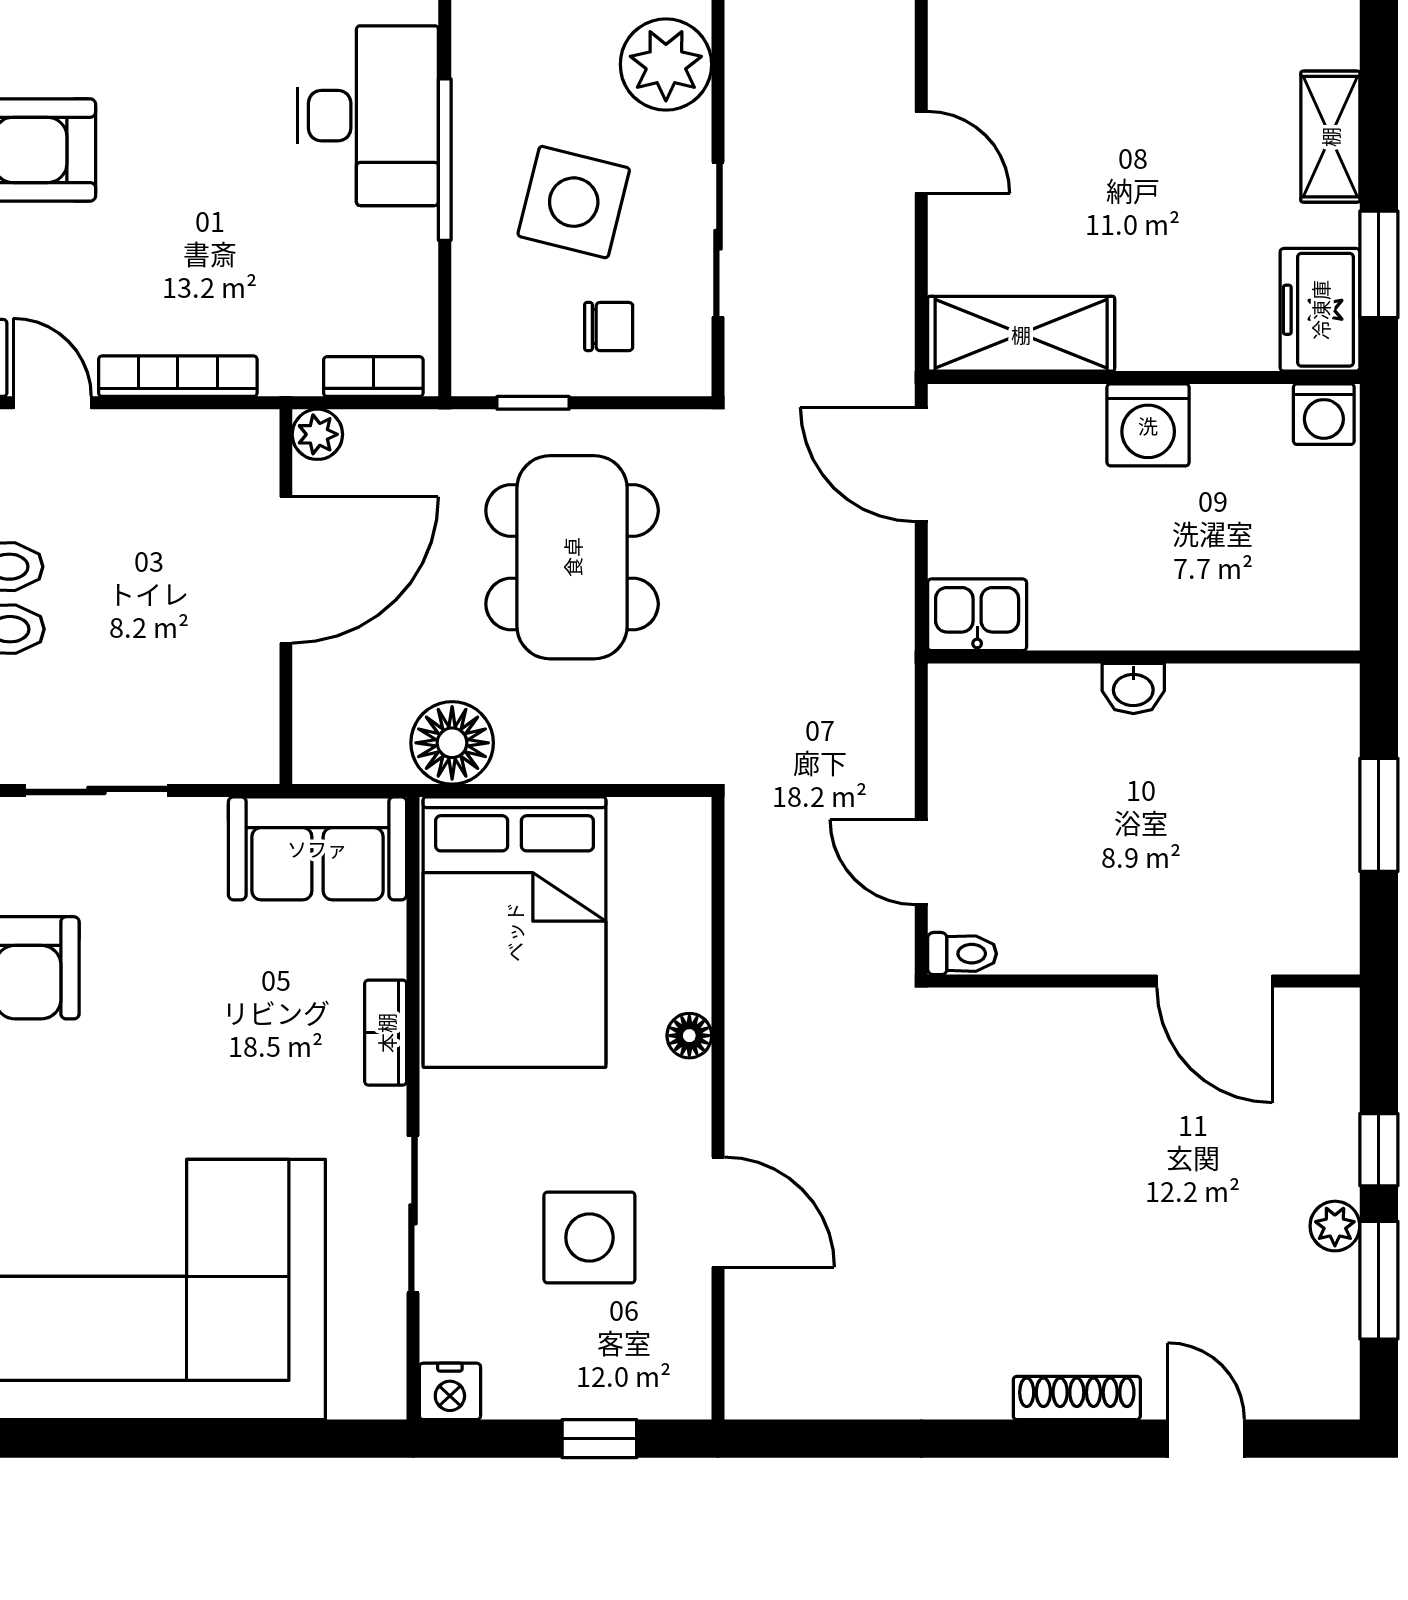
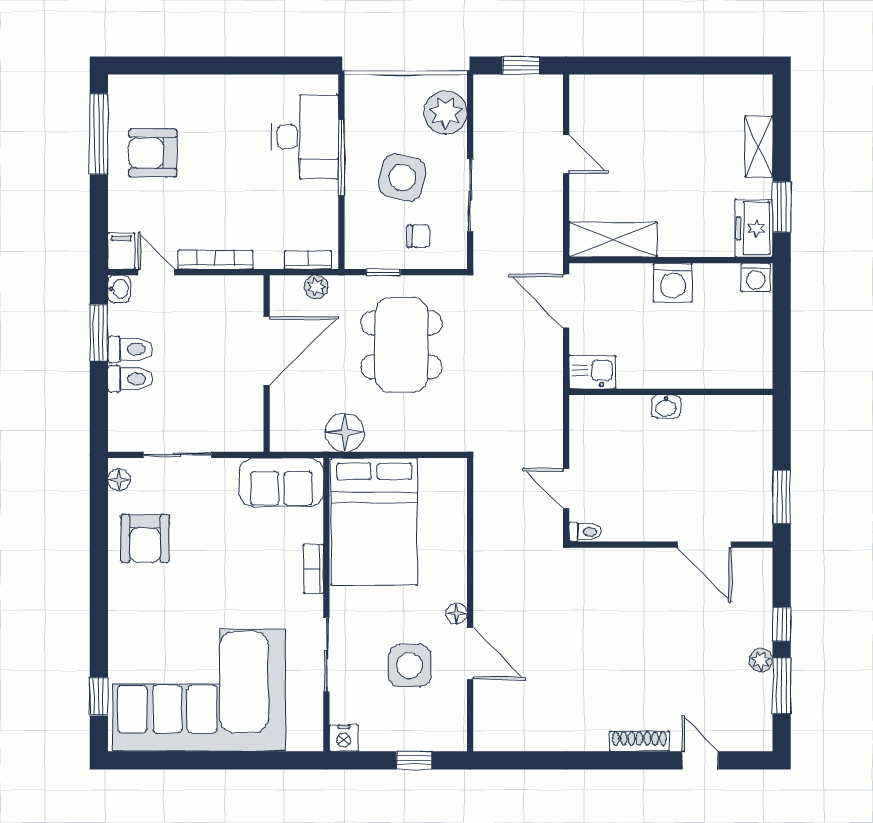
plant: (317, 434) -> (316, 287), moved
window: (1379, 815) -> (782, 497), moved
floor lamp: (689, 1036) -> (457, 613), moved

